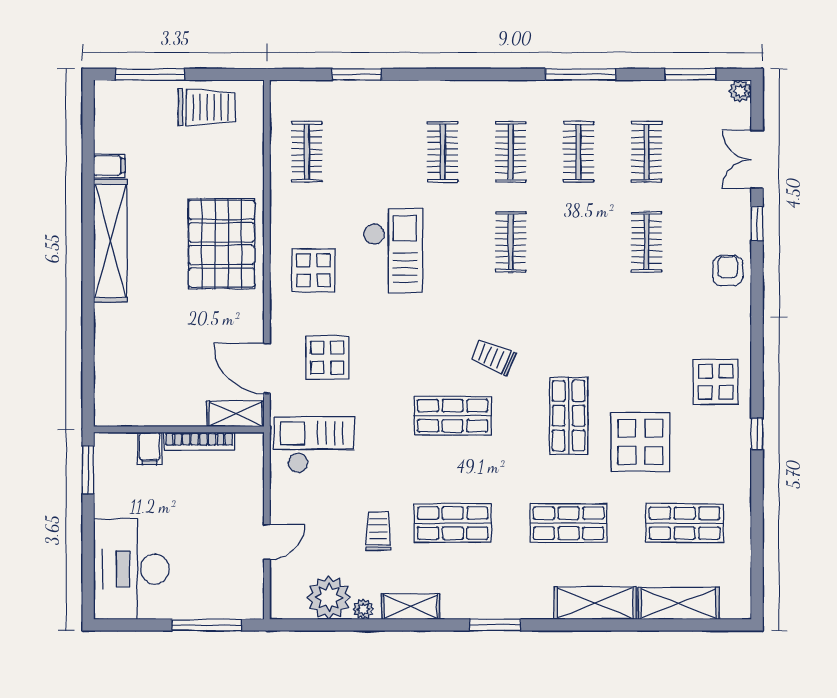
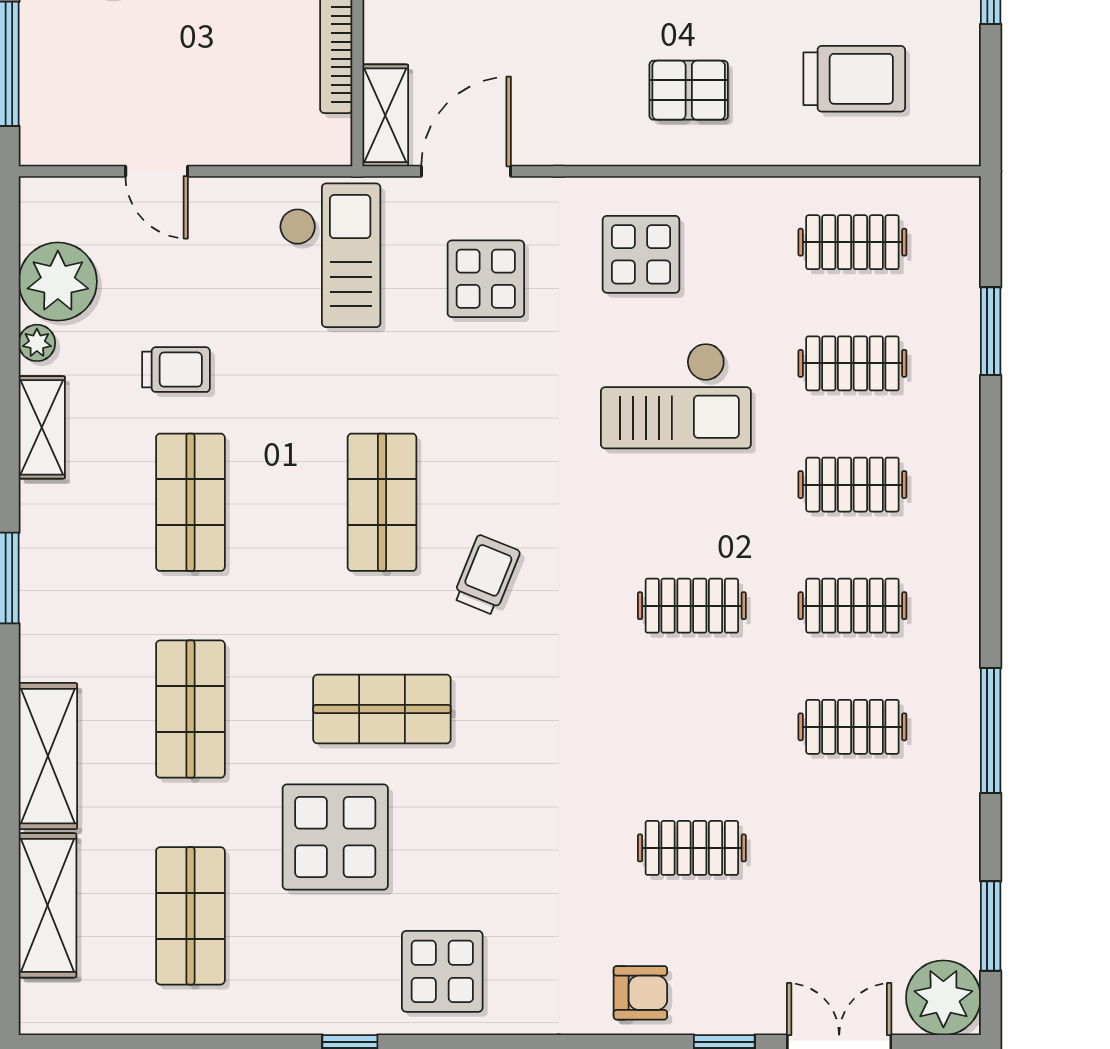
plant: (740, 91) -> (943, 998), width x1.88, depth x1.88
trolley: (207, 107) -> (854, 79), moved, turned -90
clothes rail: (646, 152) -> (852, 363), moved
pallet: (222, 244) -> (689, 90), width x0.49, depth x0.50

